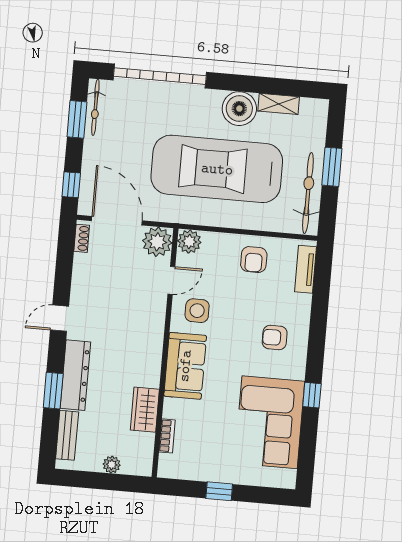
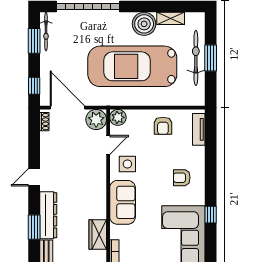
bicycle: (308, 193) -> (196, 58), moved

